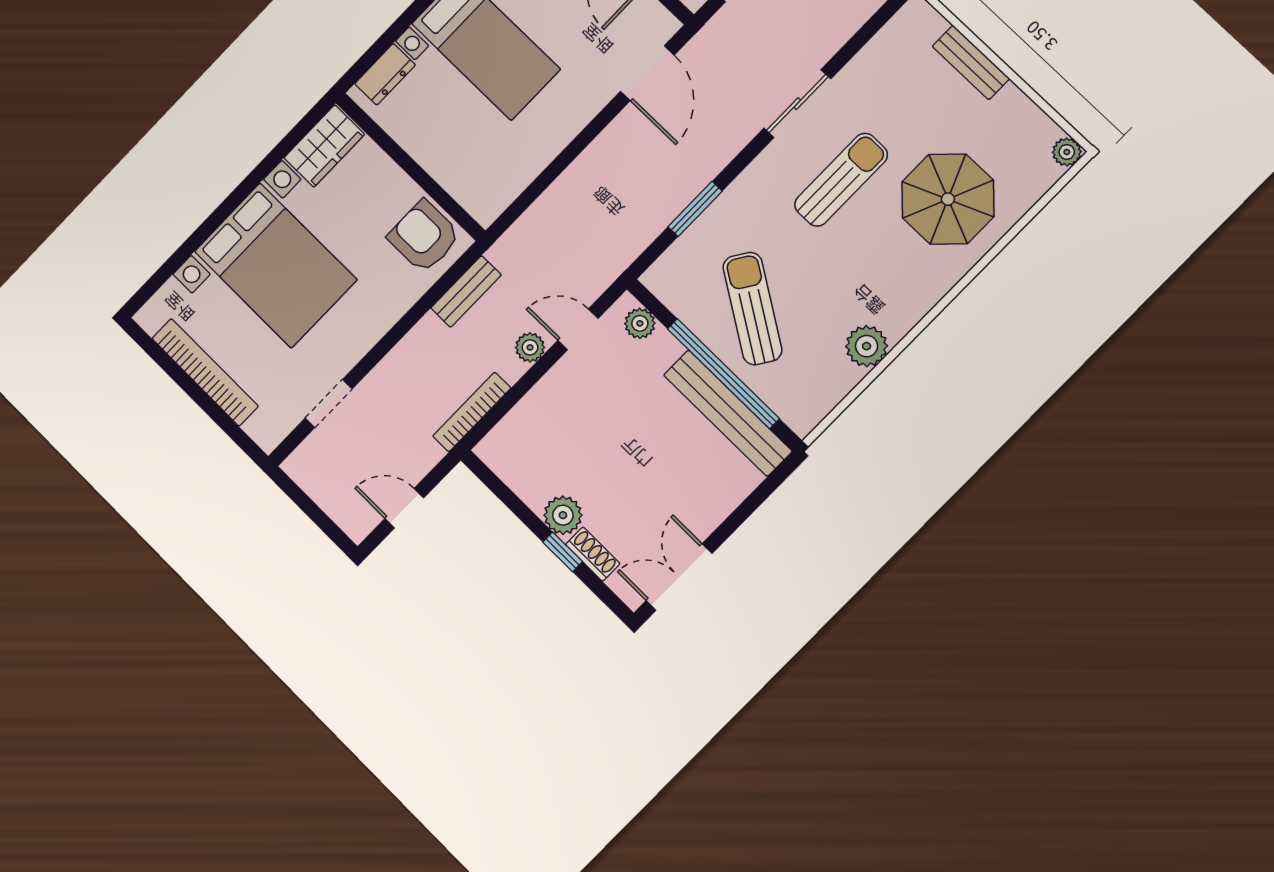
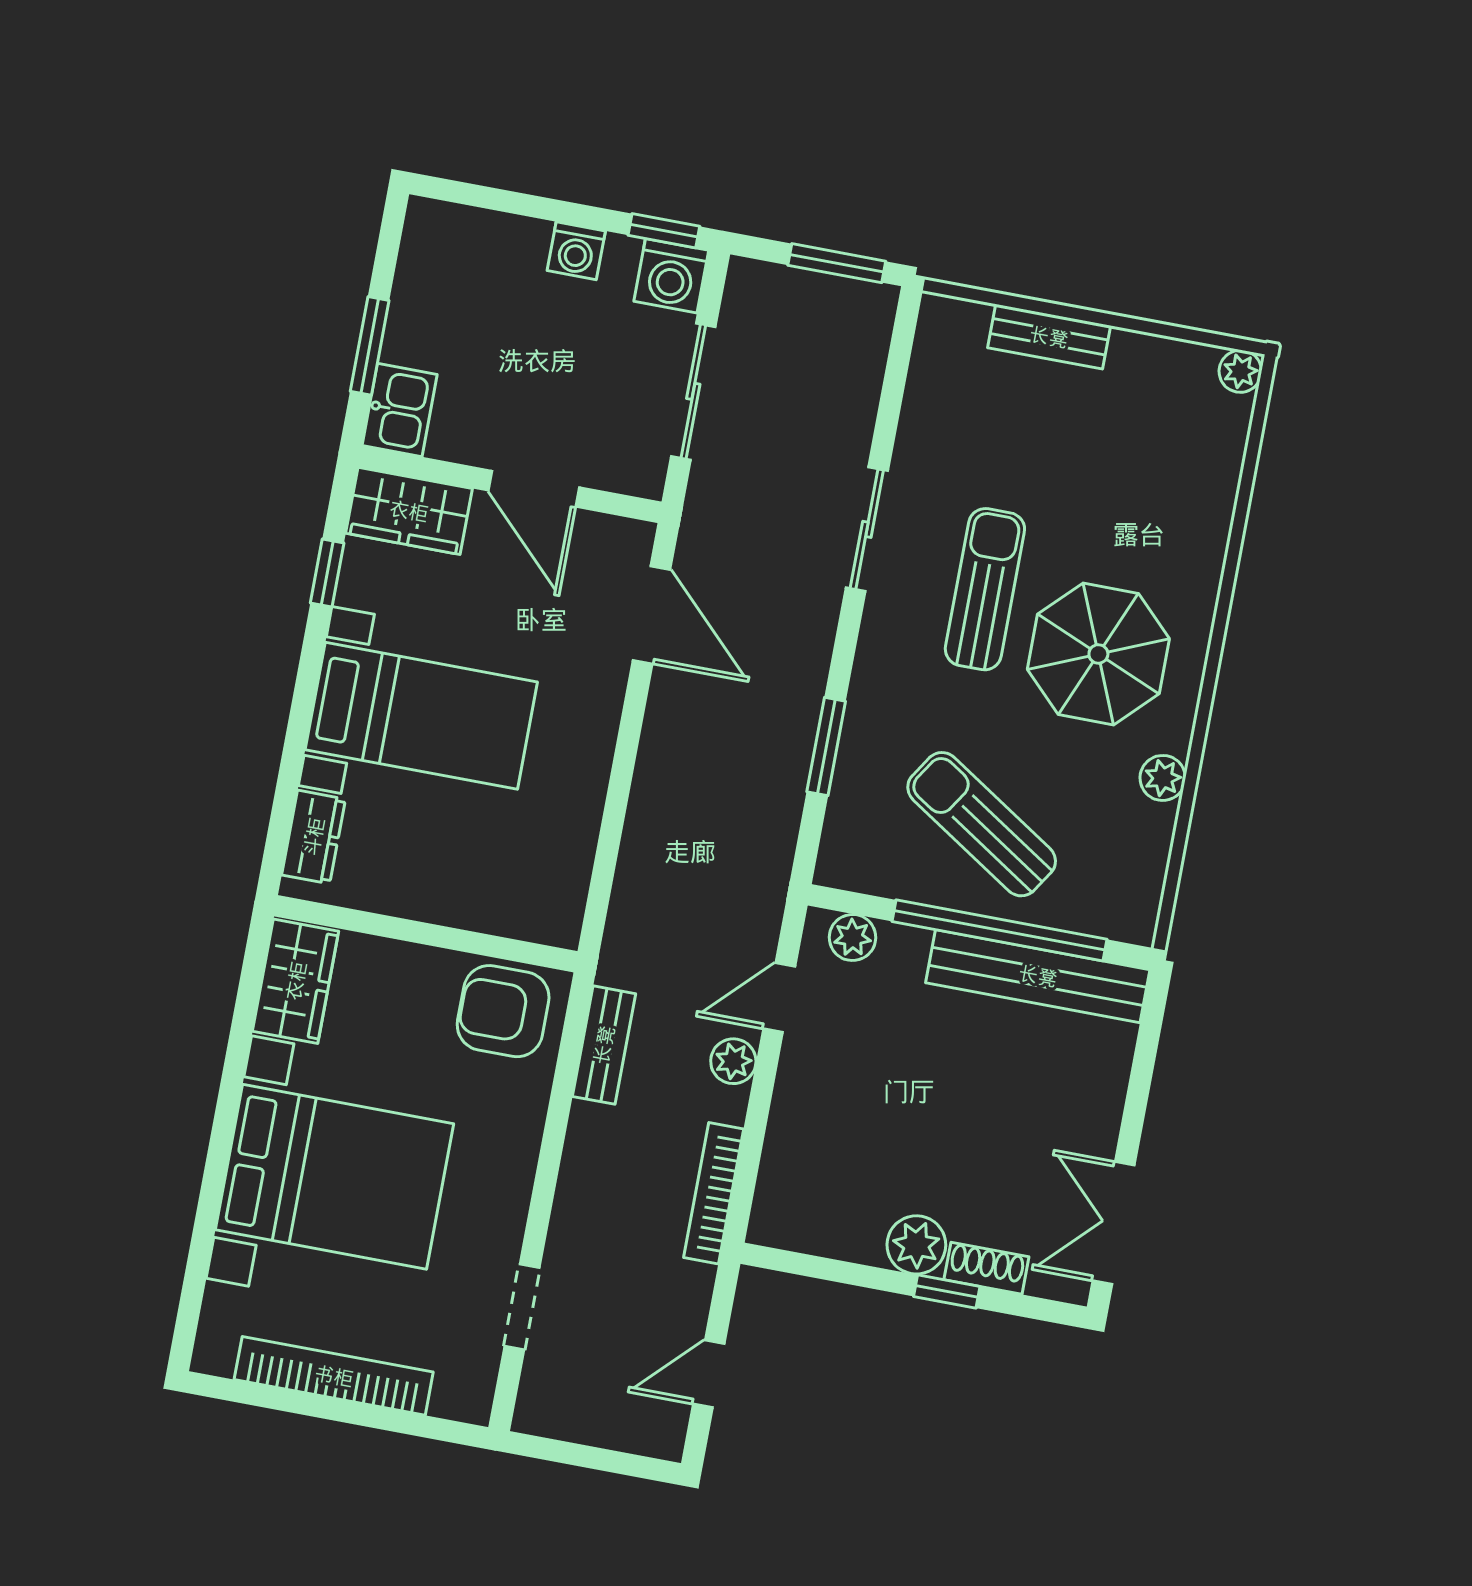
parasol: (948, 199) -> (1098, 654), moved
plant: (867, 346) -> (1163, 778), width x0.73, depth x0.73

